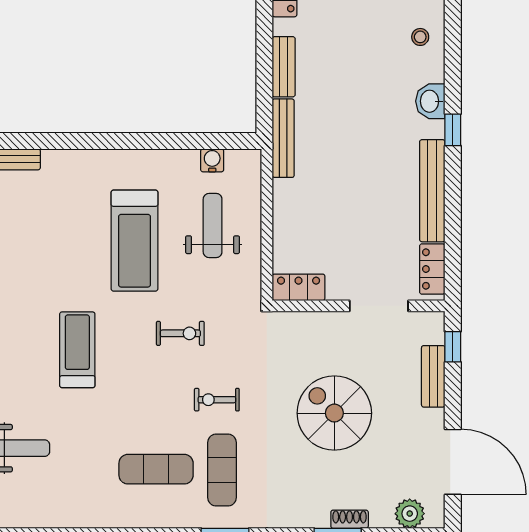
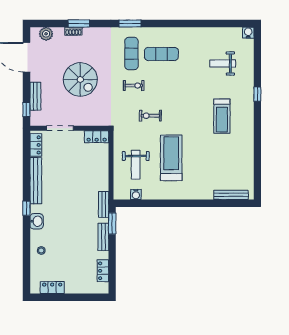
window: (264, 96) -> (112, 223), added
bench: (283, 138) -> (104, 204), width x0.73
treadmill: (77, 350) -> (222, 116), moved

